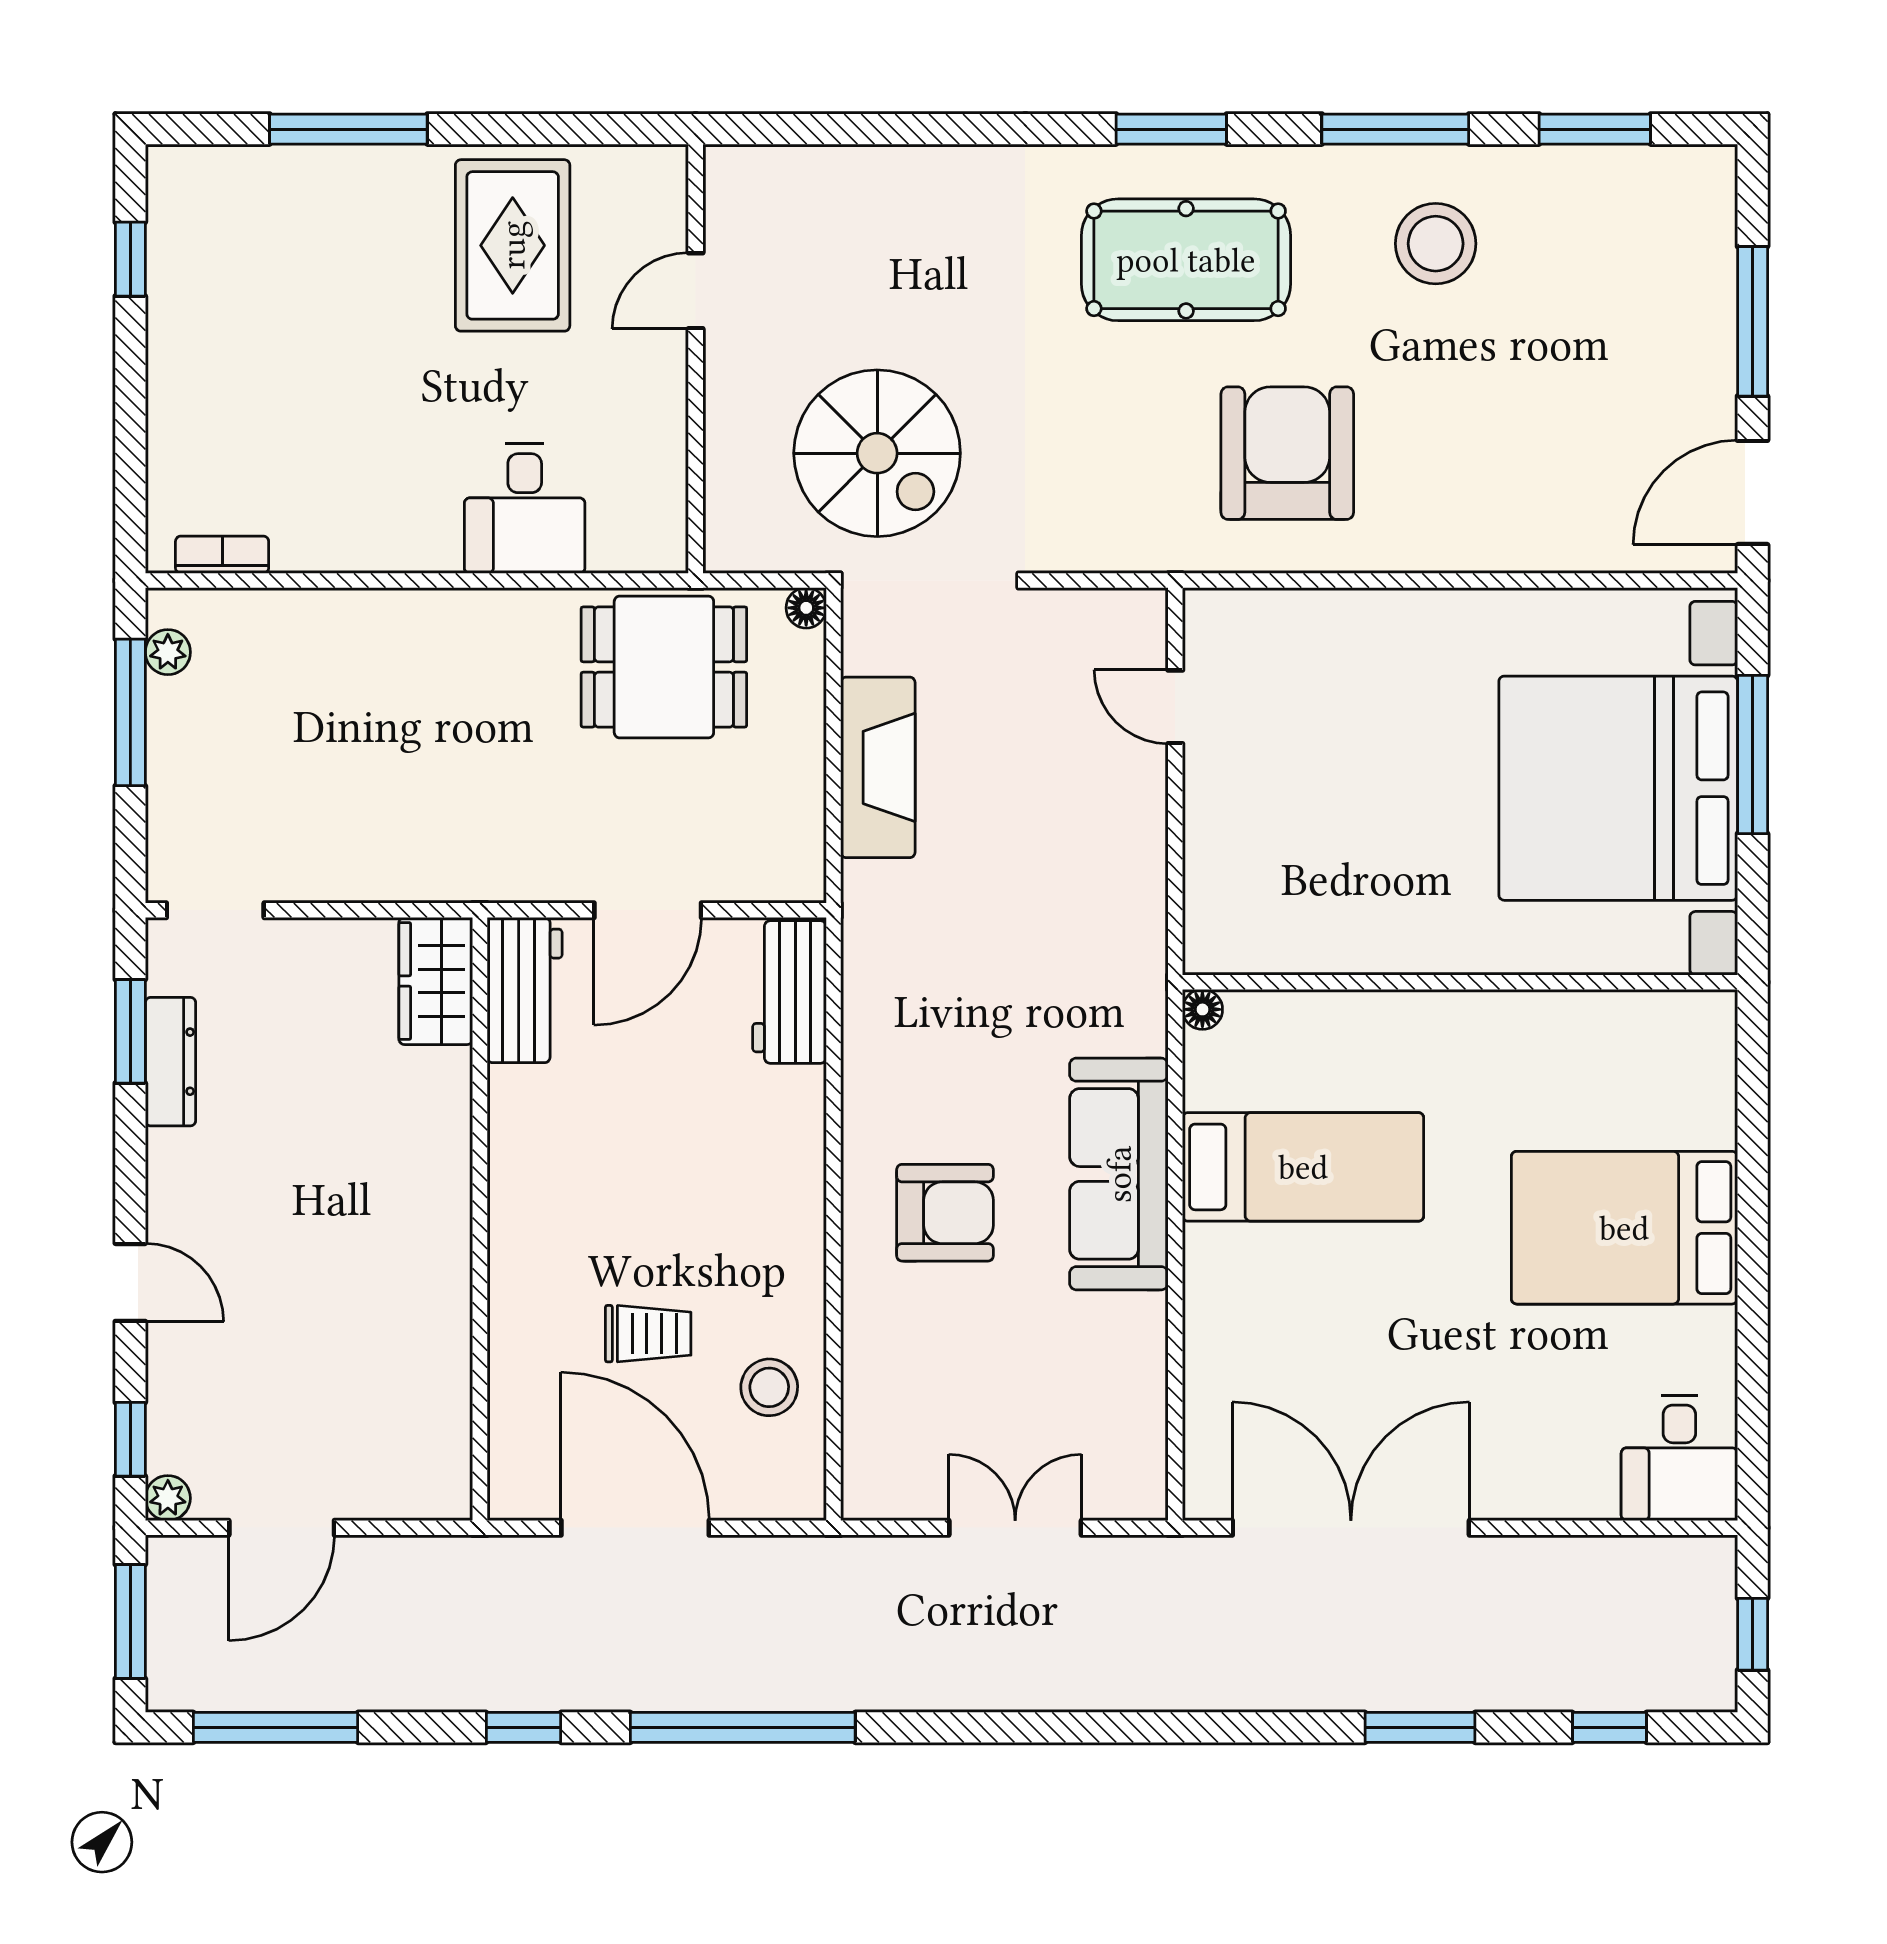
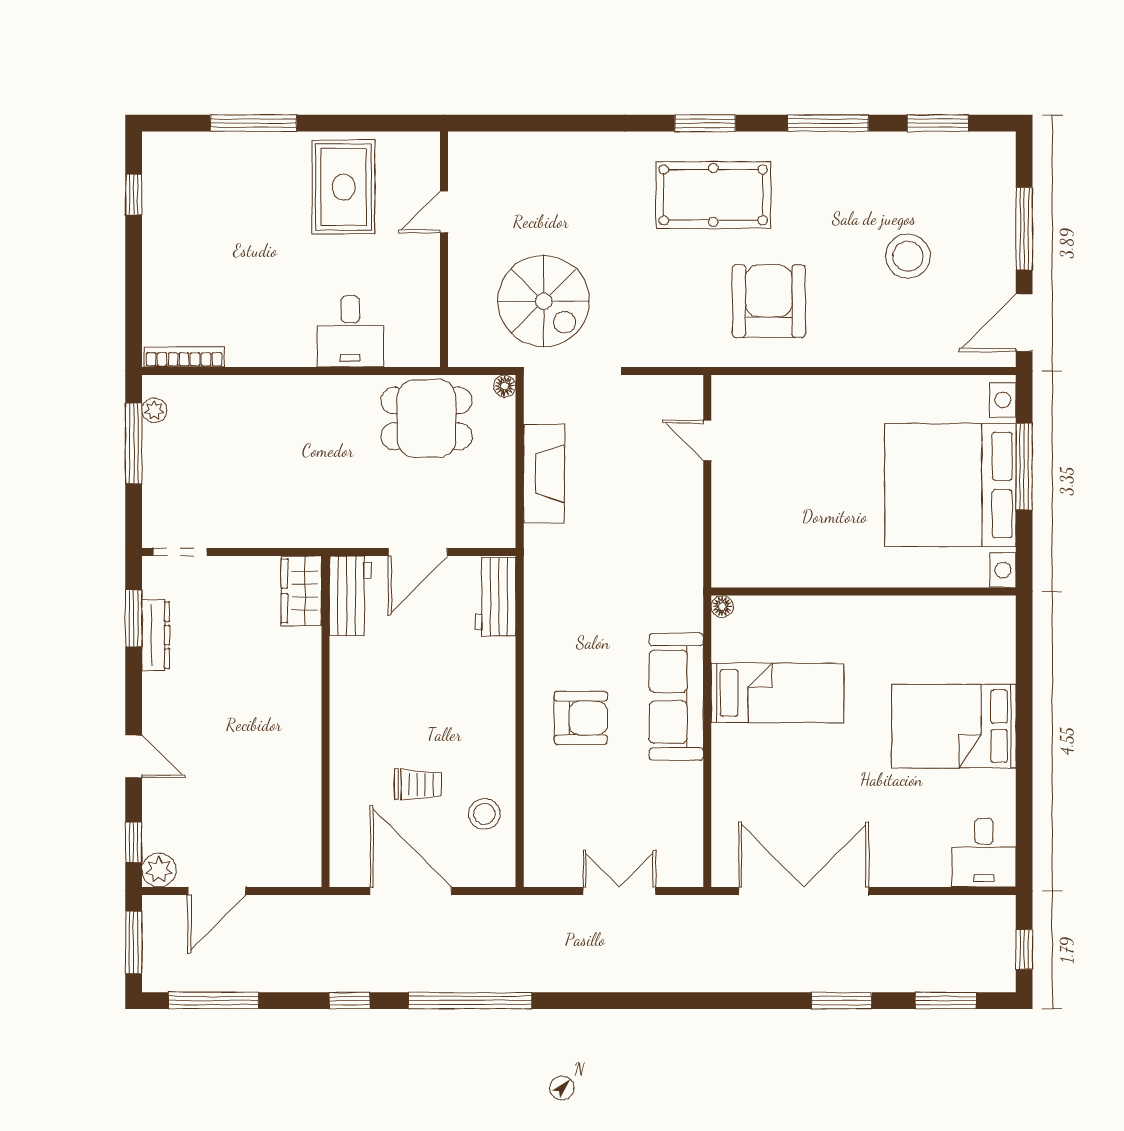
stool: (1436, 244) -> (908, 256), moved
bookcase: (222, 555) -> (184, 357), width x1.56
plant: (168, 1498) -> (159, 870), width x1.38, depth x1.38
window: (1609, 1727) -> (946, 1001), width x1.50

